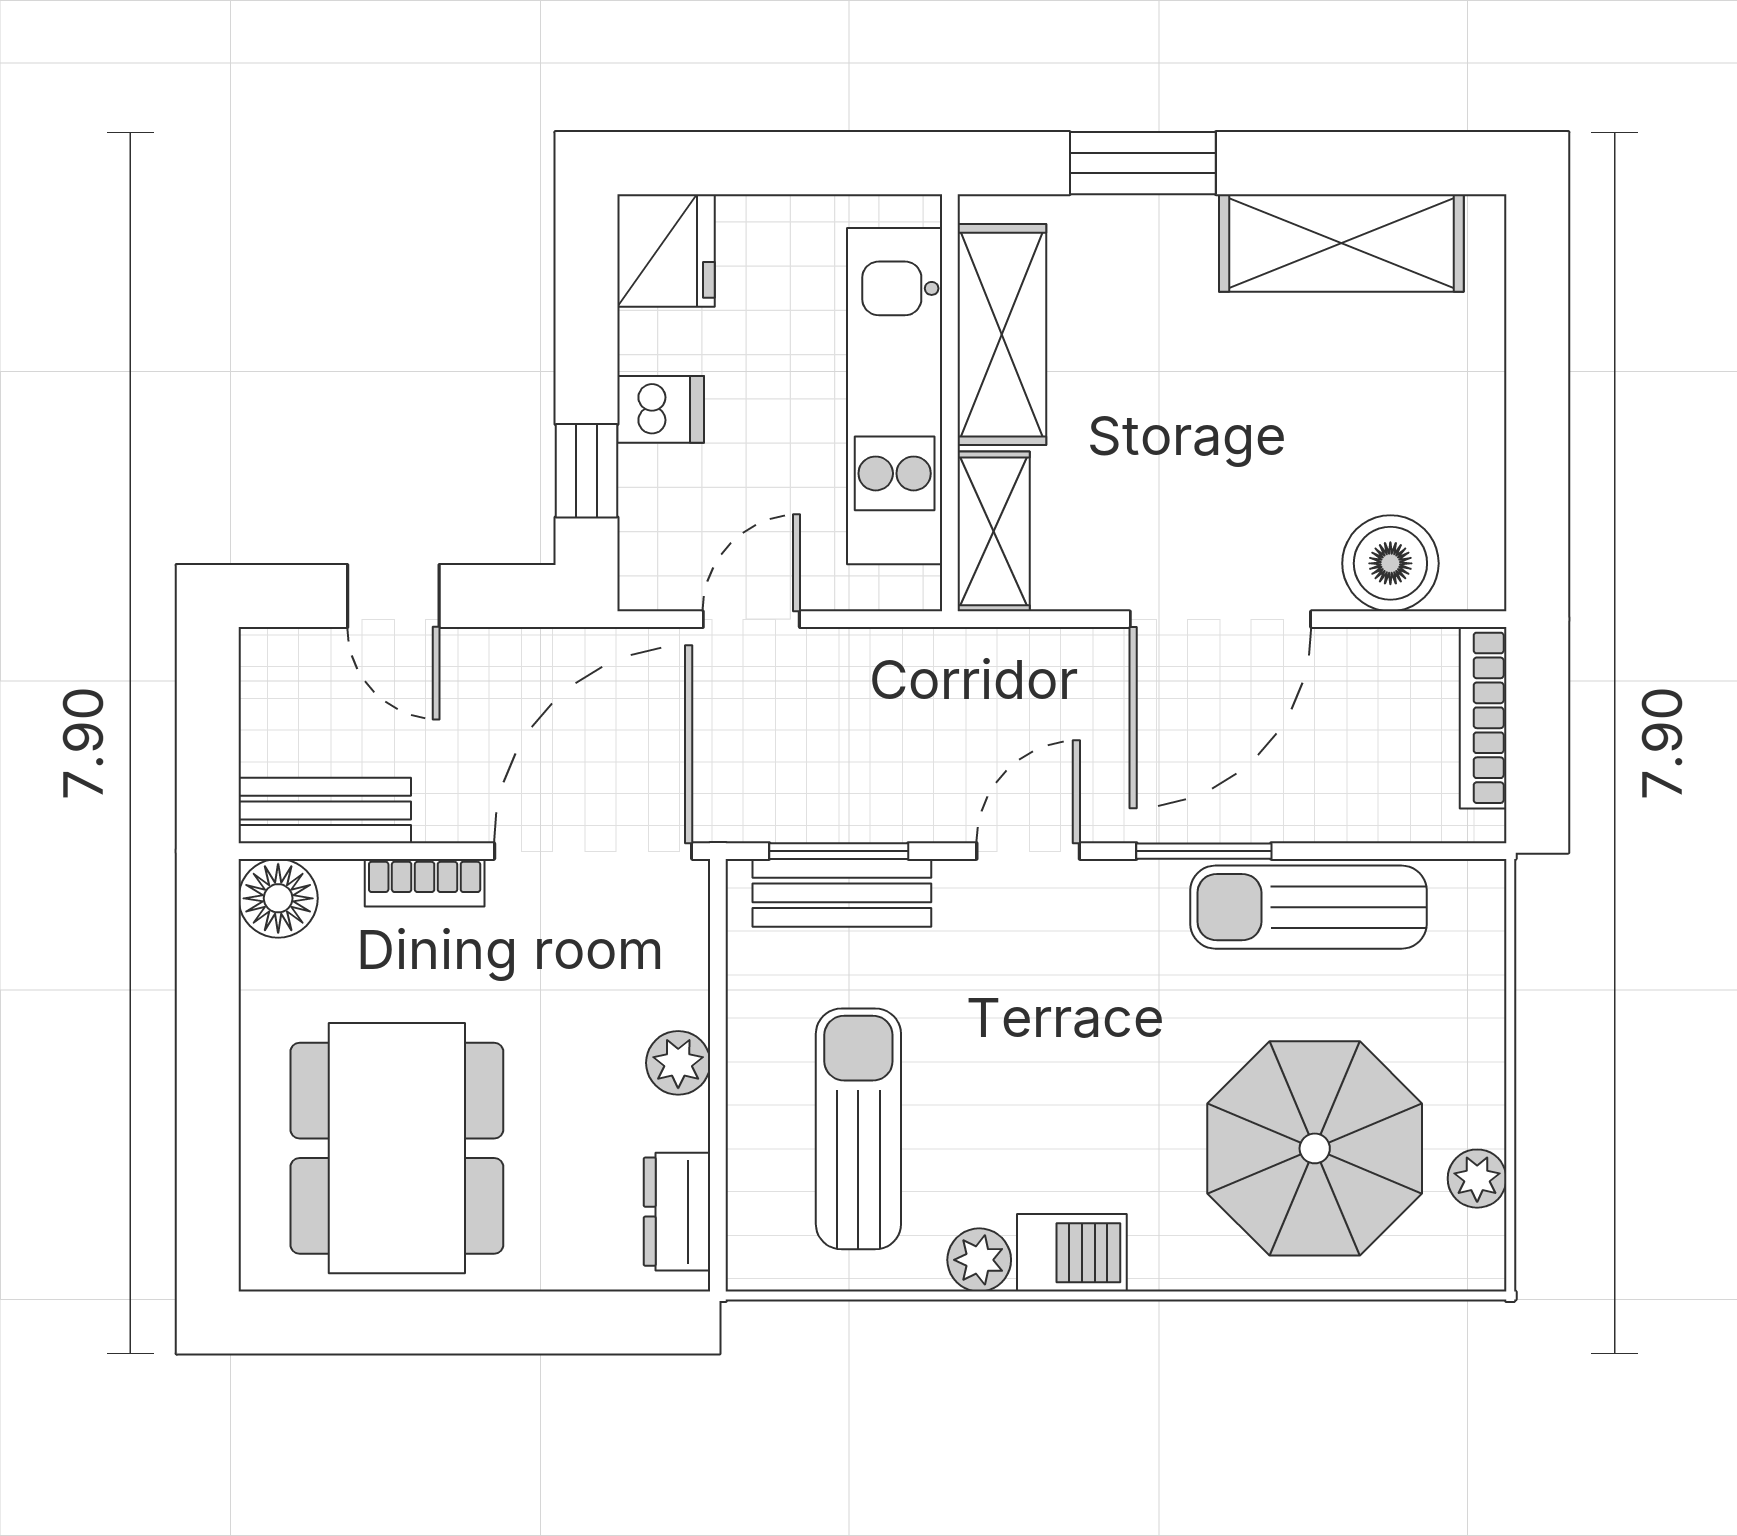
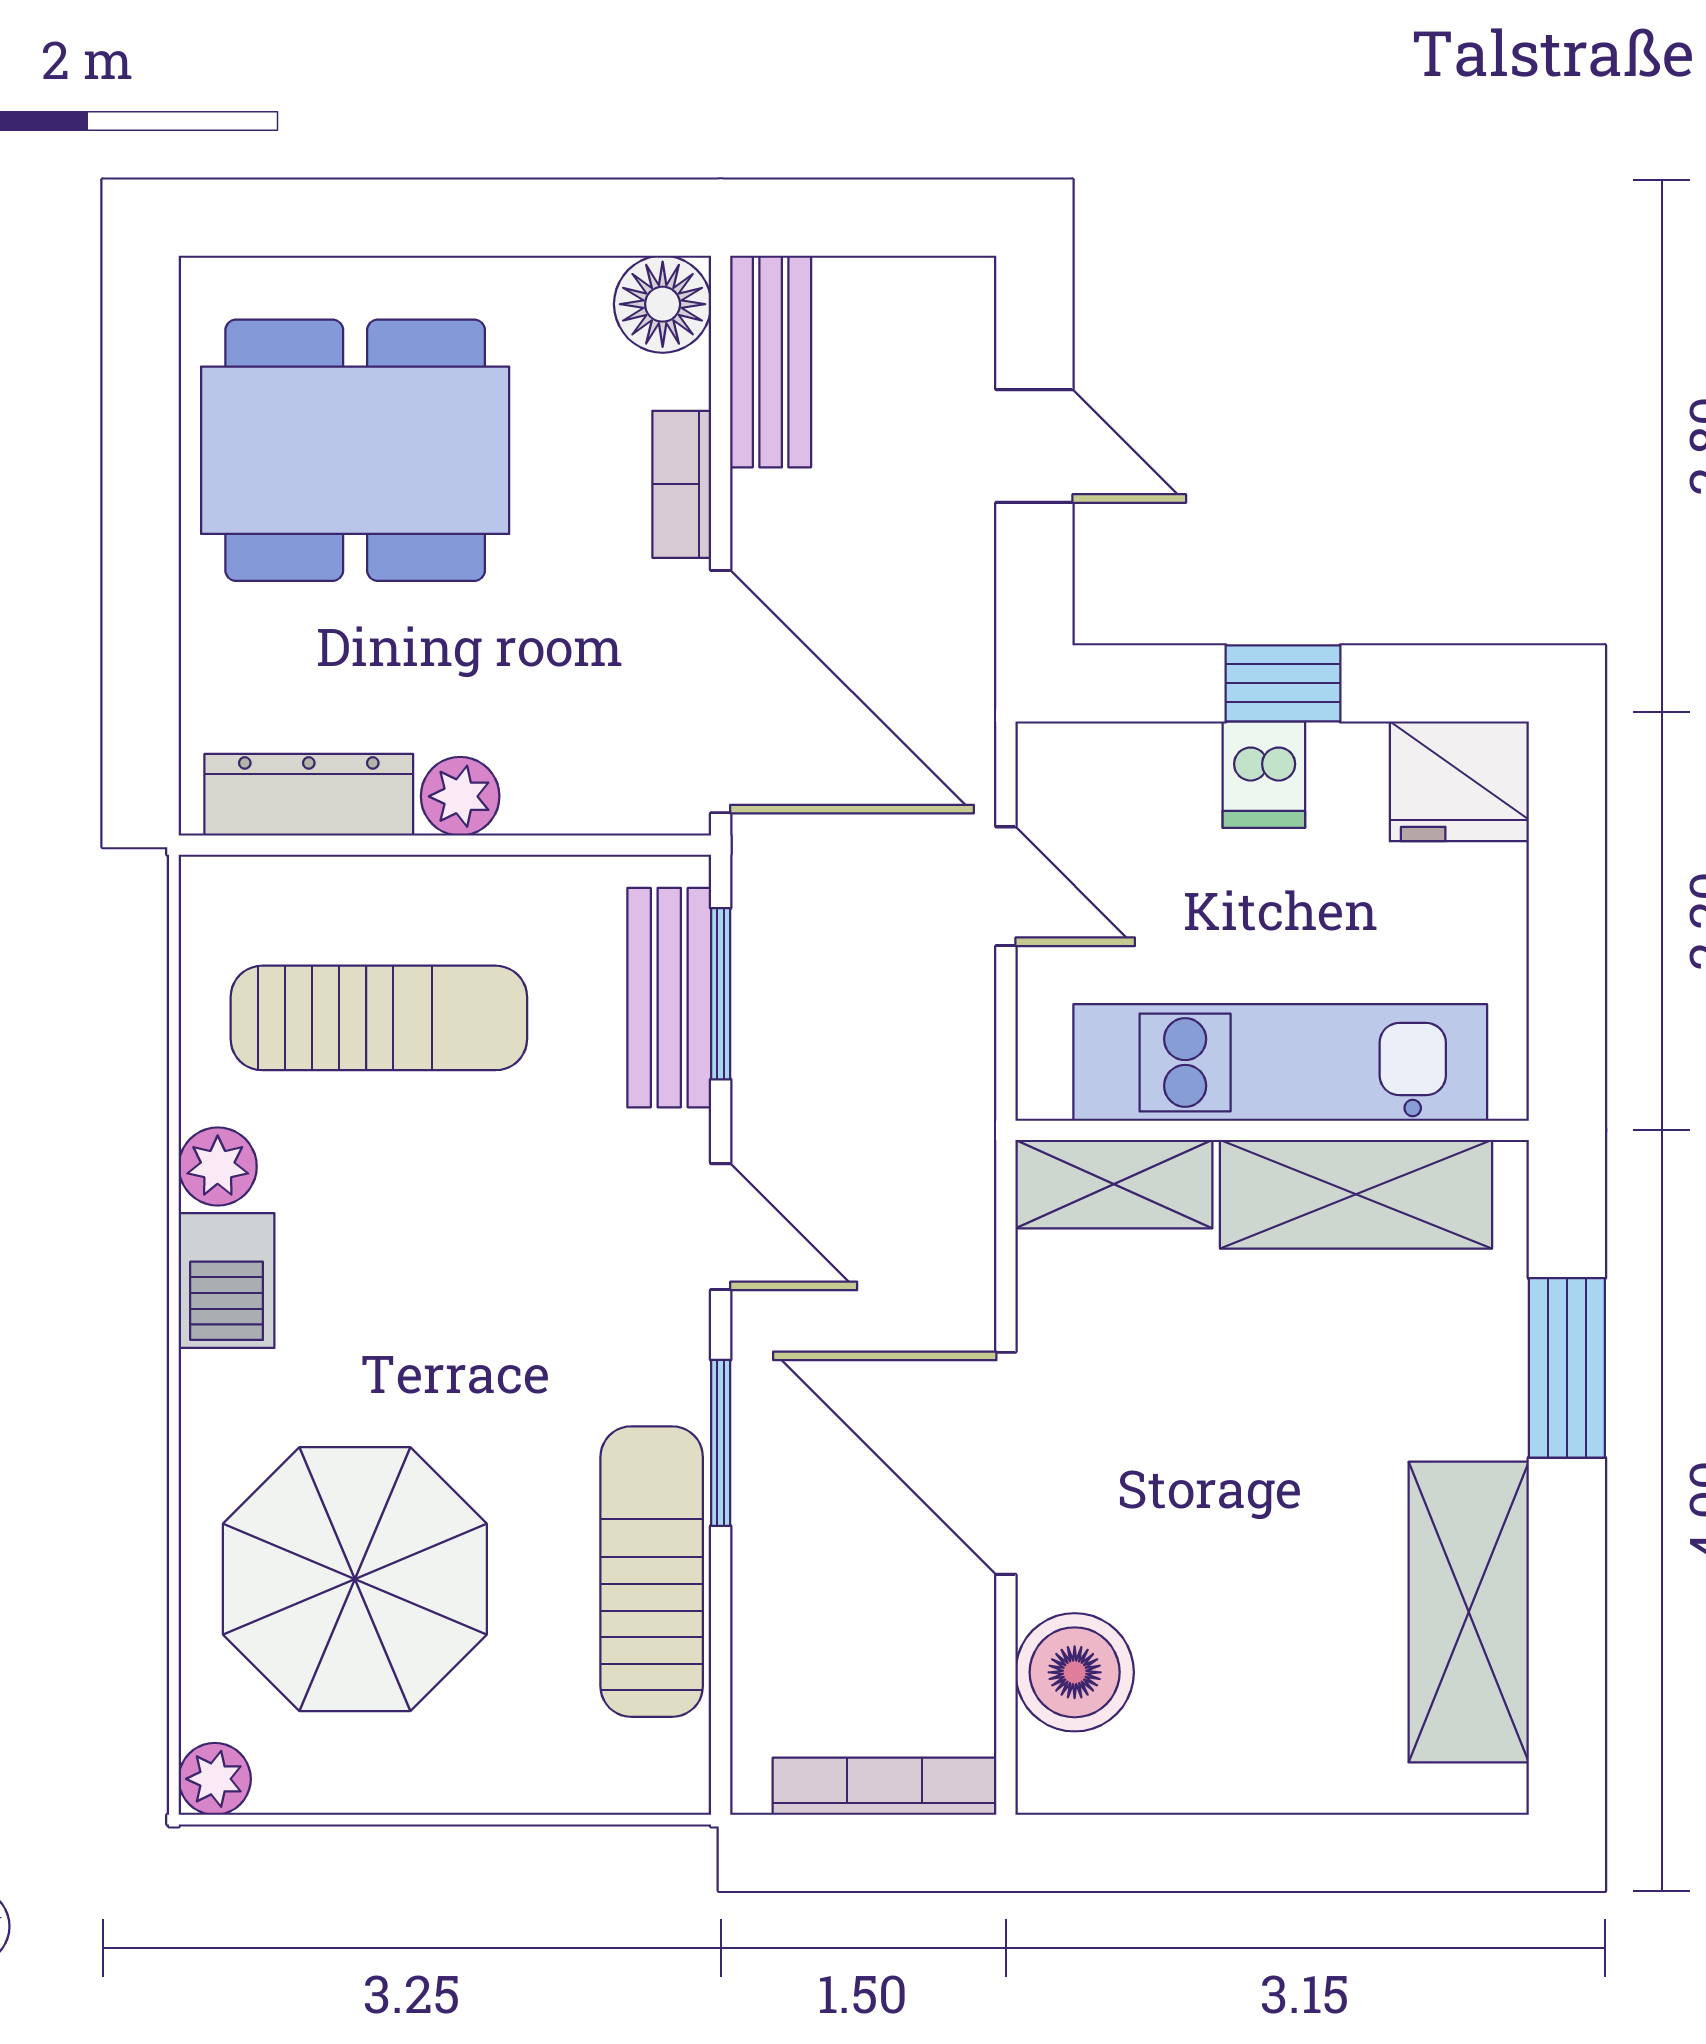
window: (586, 471) -> (1283, 683), moved
door: (393, 596) -> (1034, 446), swing flipped
plant: (1477, 1179) -> (215, 1779), moved
dresser: (677, 1212) -> (309, 795), width x1.44

